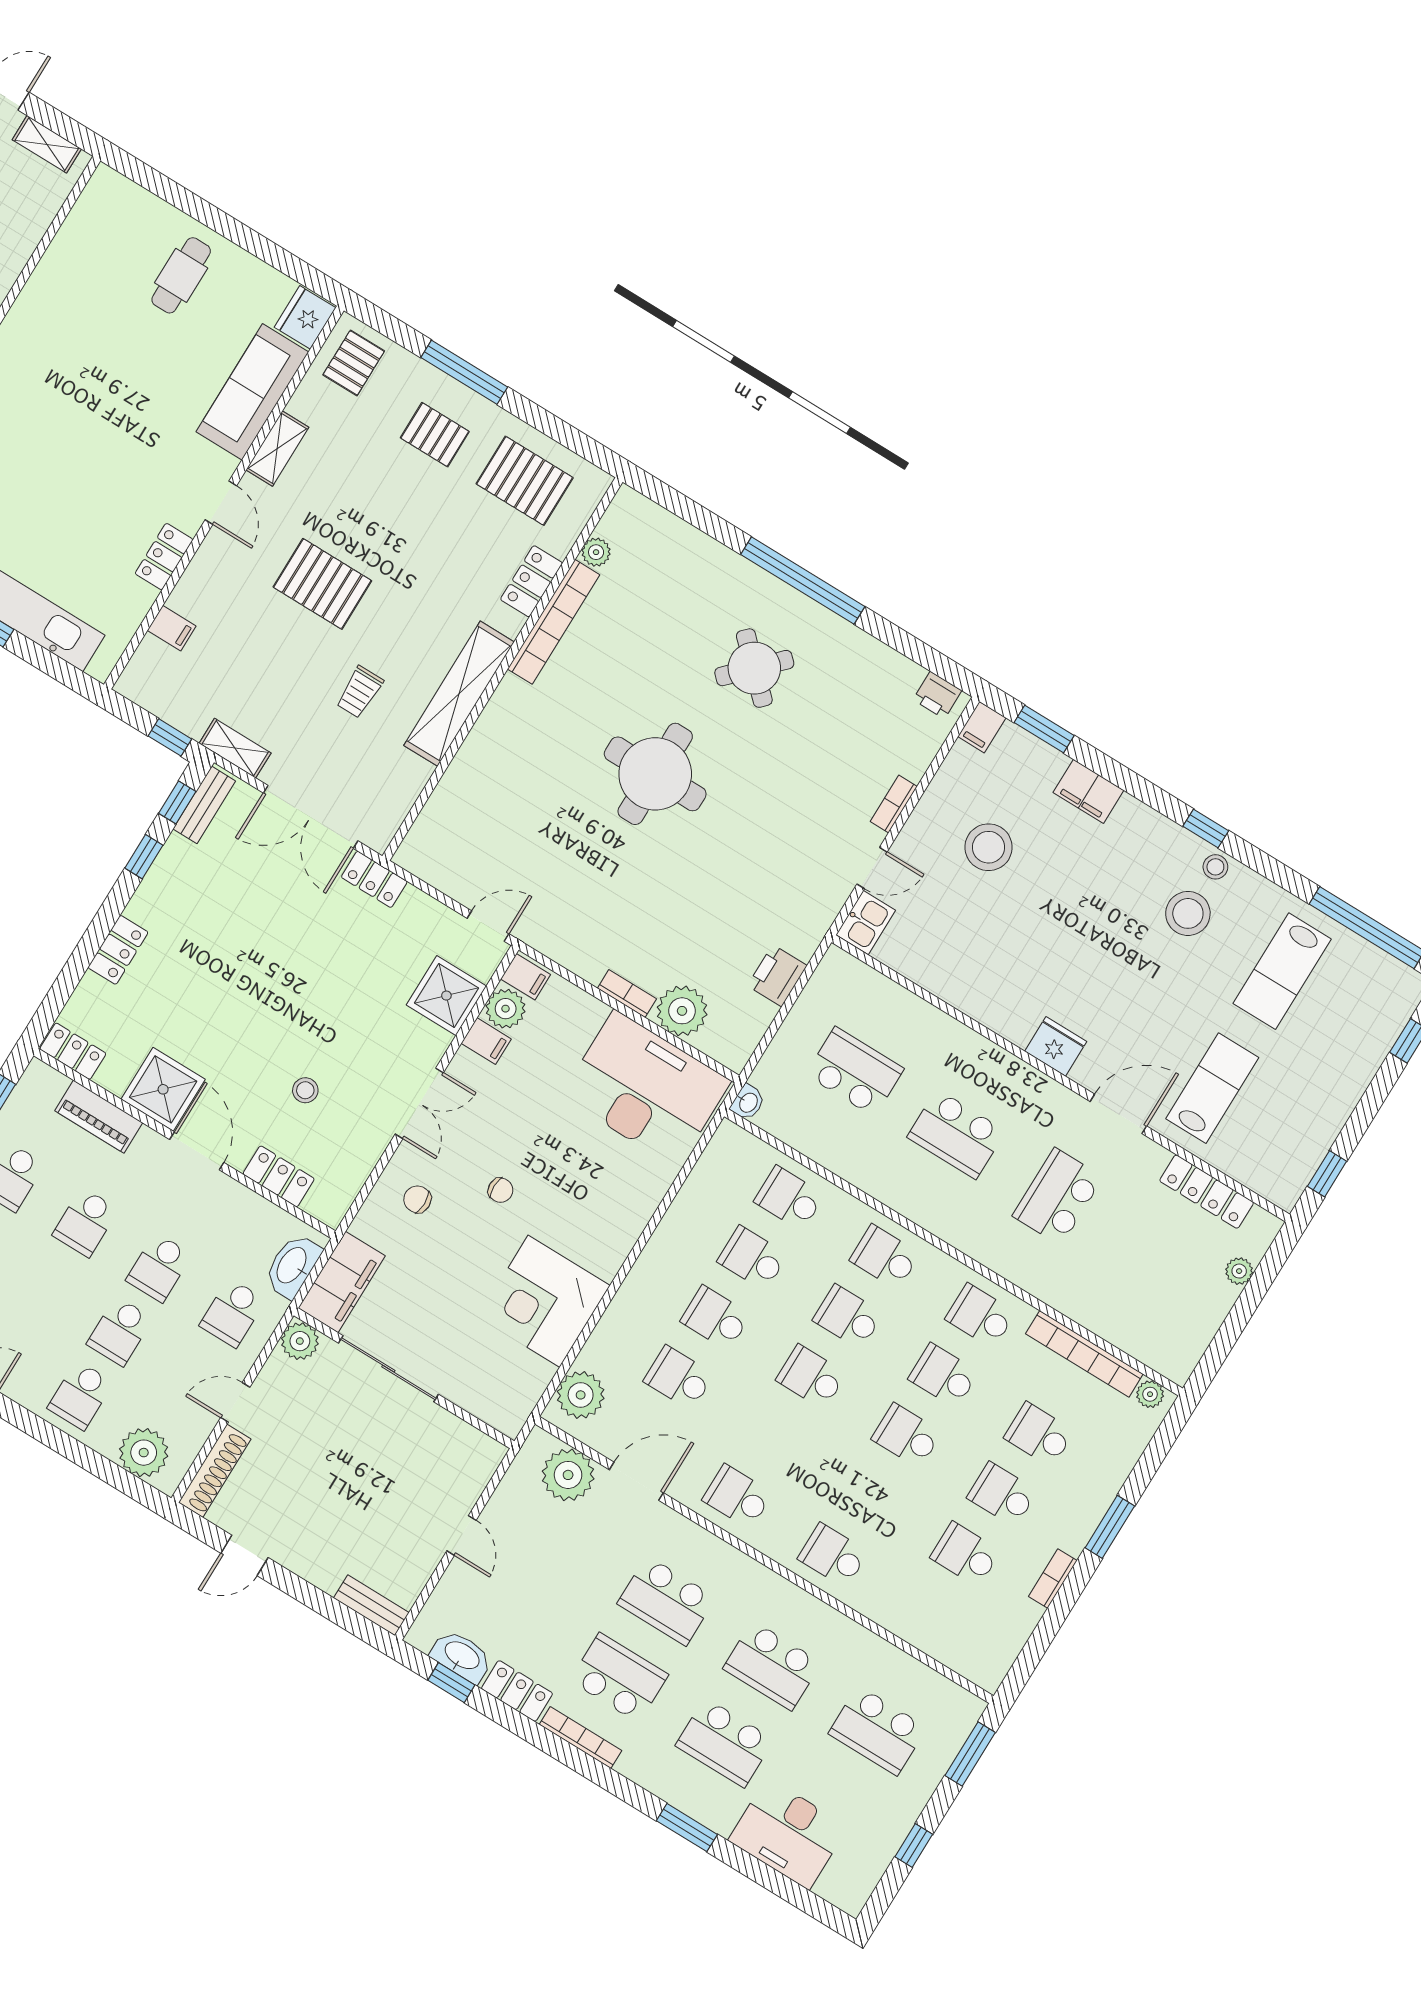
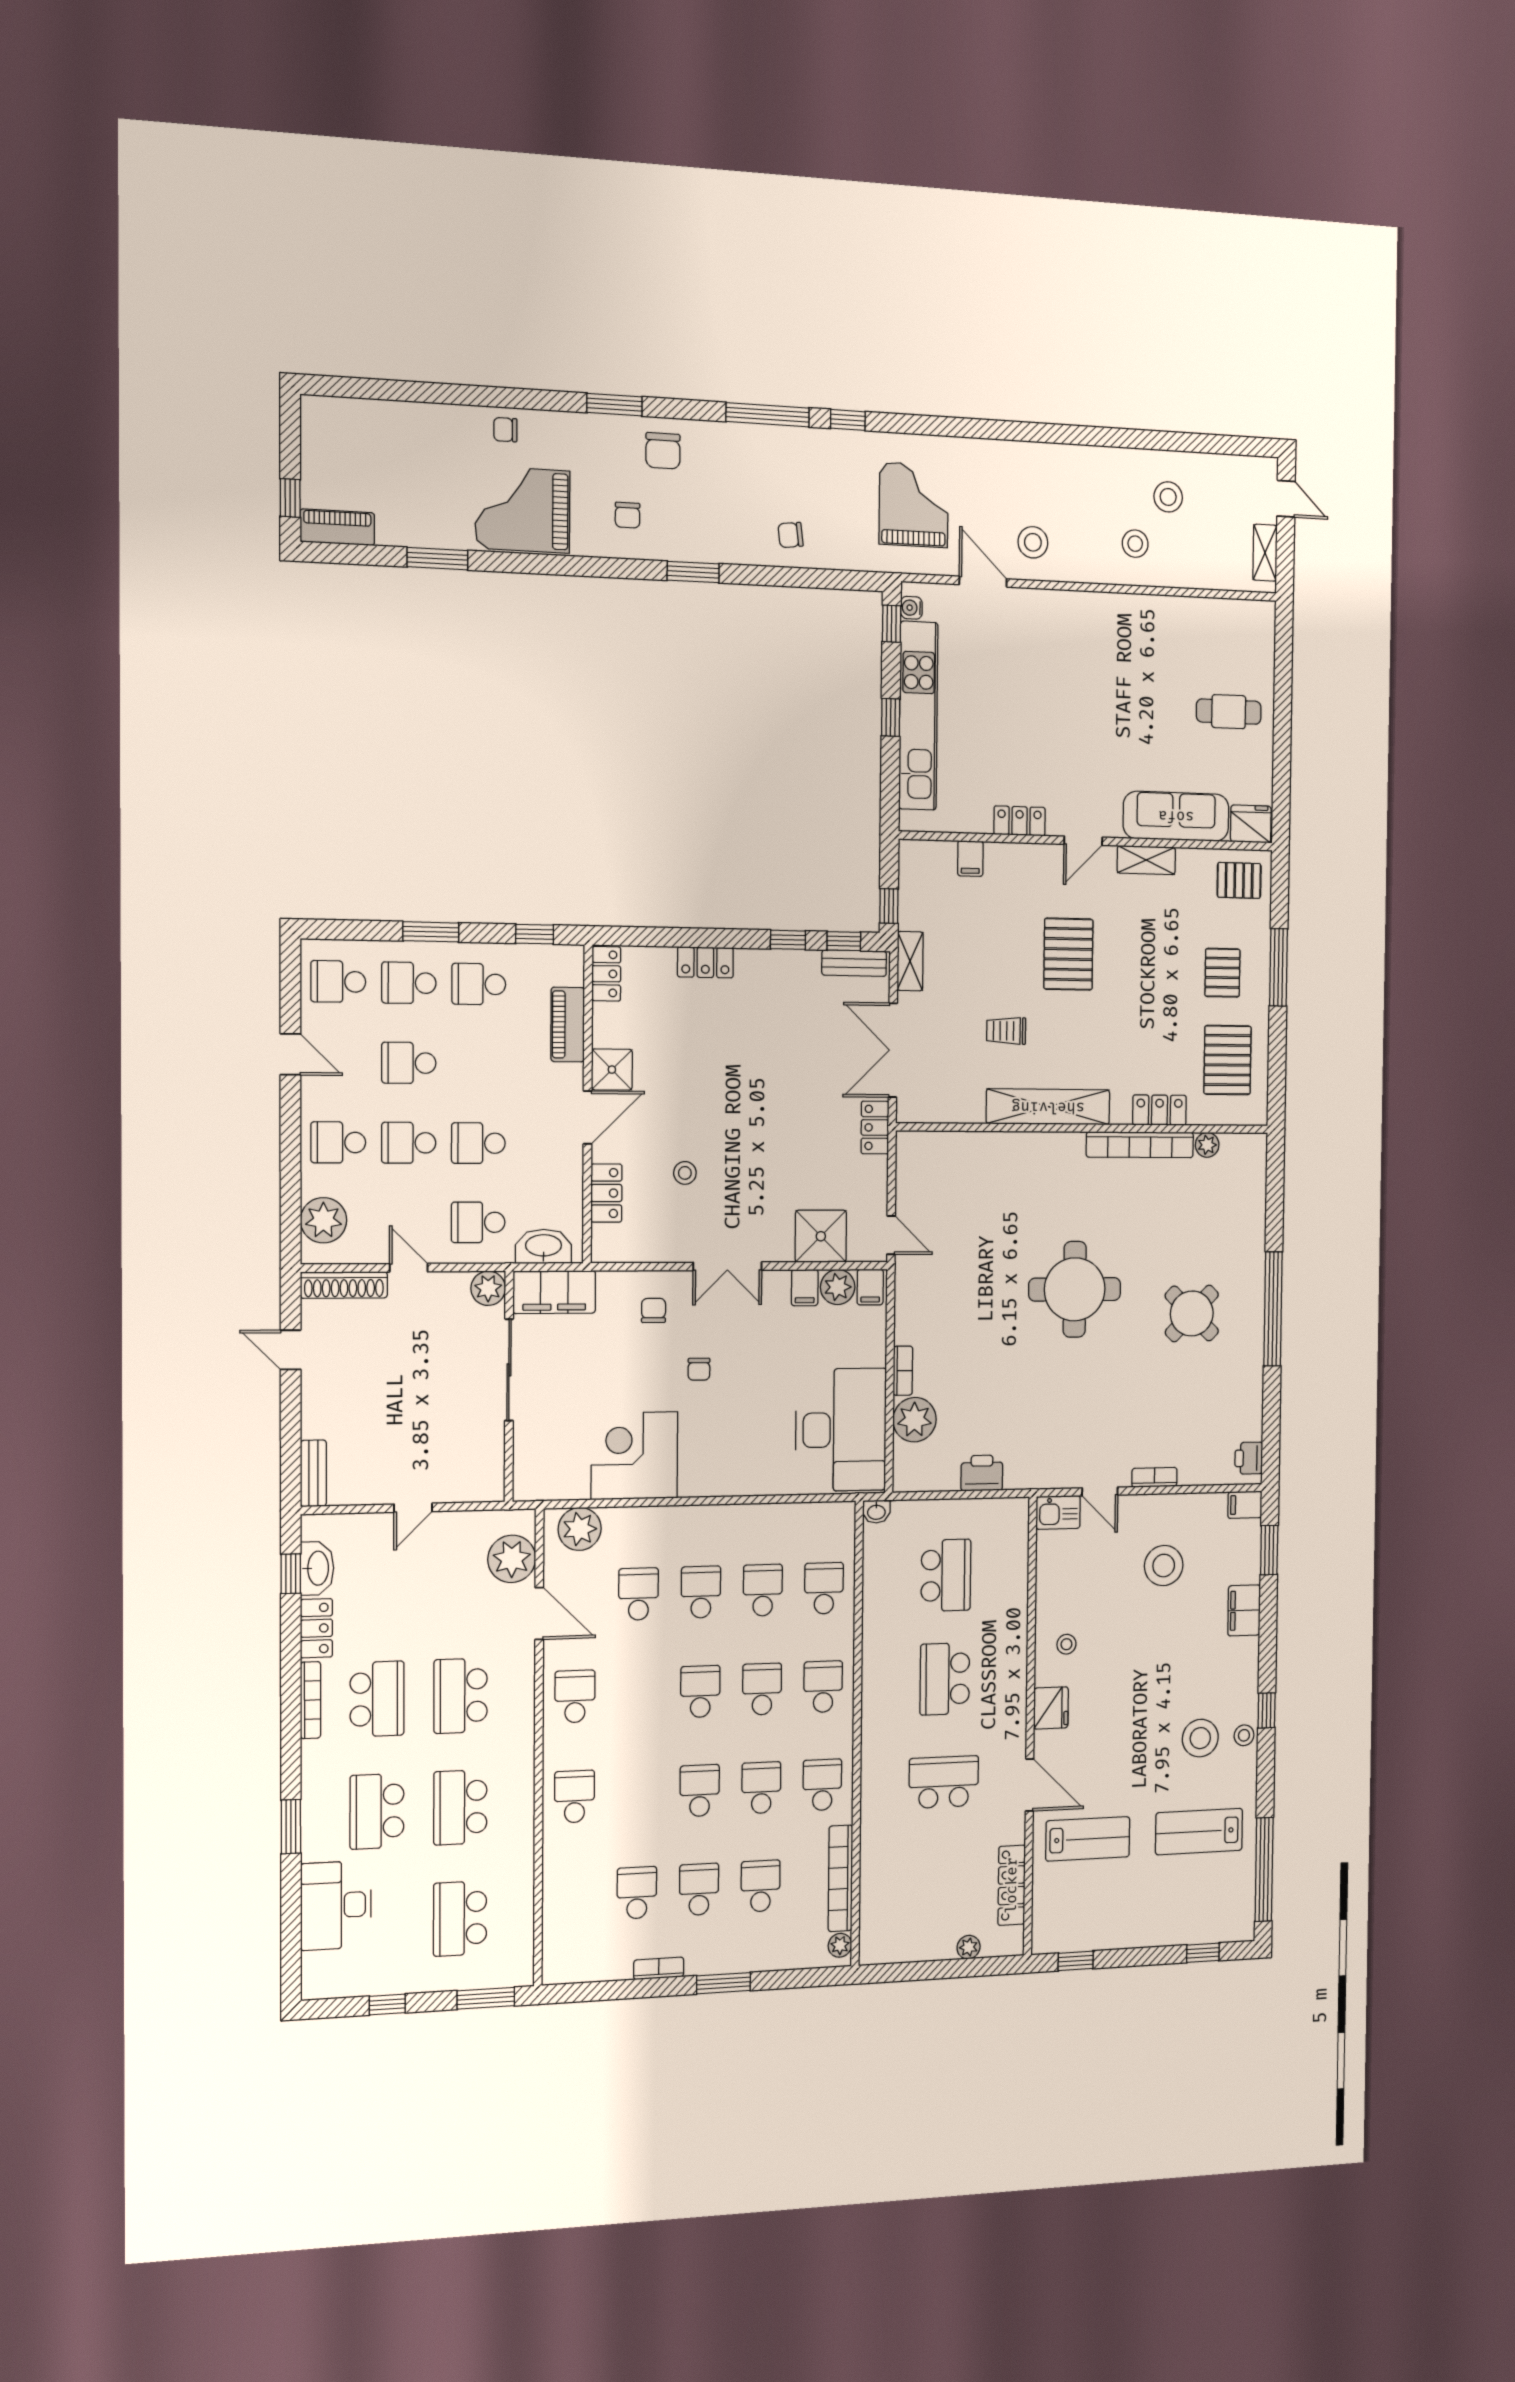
stool: (1002, 993) -> (1066, 1644), added
shower: (163, 1089) -> (612, 1070), width x0.73, depth x0.73
school desk: (85, 1222) -> (409, 1063), moved

